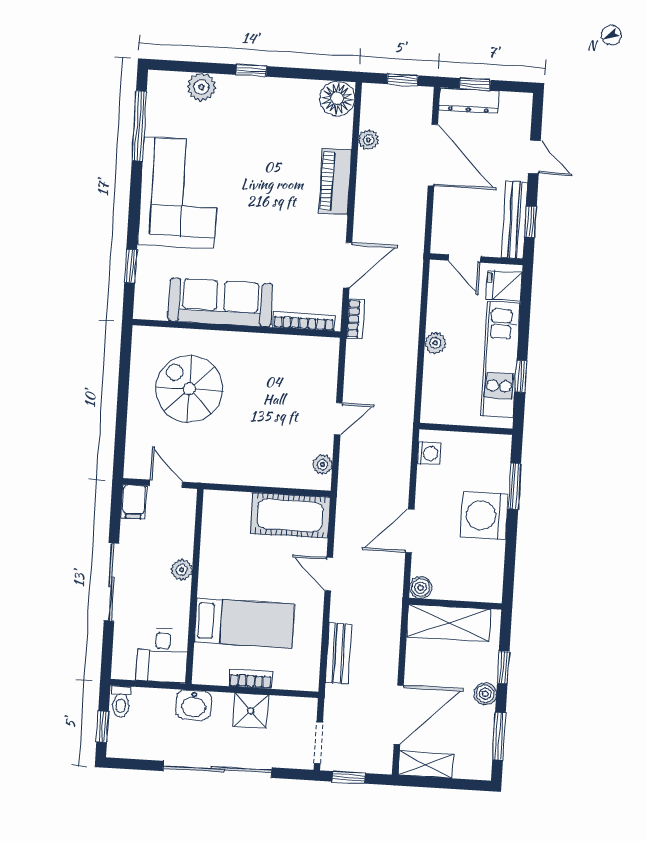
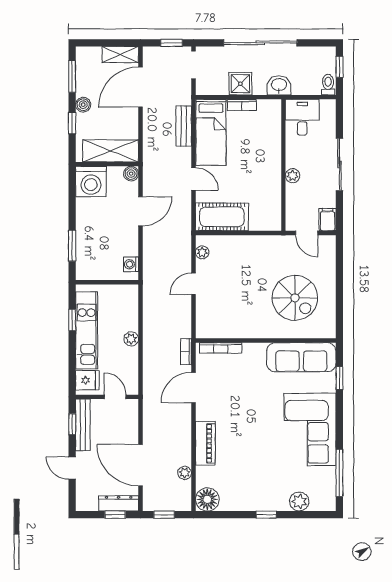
sofa: (220, 302) -> (301, 357), moved
washing machine: (485, 516) -> (91, 182), moved, turned 90
bed: (244, 623) -> (211, 132), moved, turned -90

